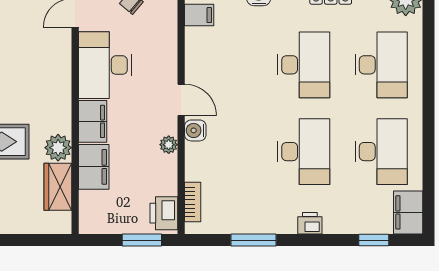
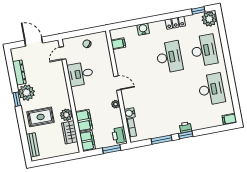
desk: (105, 65) -> (80, 74), width x0.73
filing cabinet: (93, 121) -> (87, 141), moved
water cooler: (195, 130) -> (130, 113), moved
desk: (304, 152) -> (177, 96), removed
filing cabinet: (408, 212) -> (229, 119), width x0.50
window: (374, 240) -> (186, 135), moved

